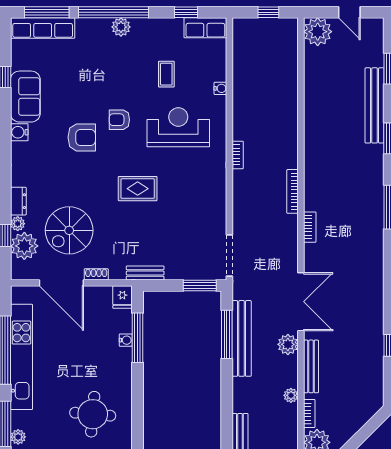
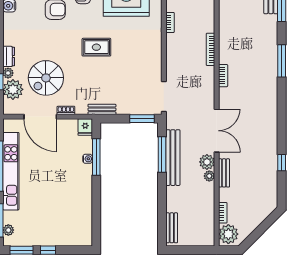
bench: (311, 366) -> (224, 173), width x0.73
plant: (291, 395) -> (209, 176), moved
round table: (93, 414) -> (63, 213), removed

